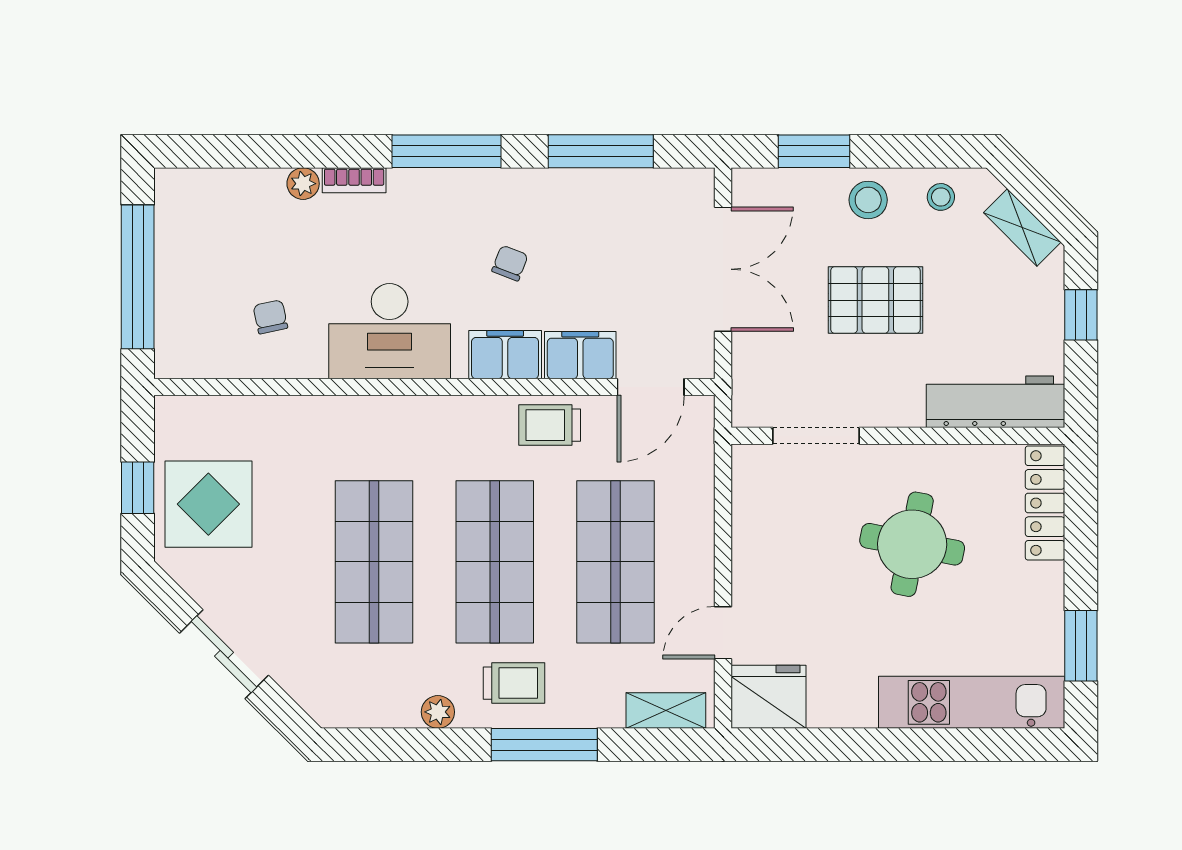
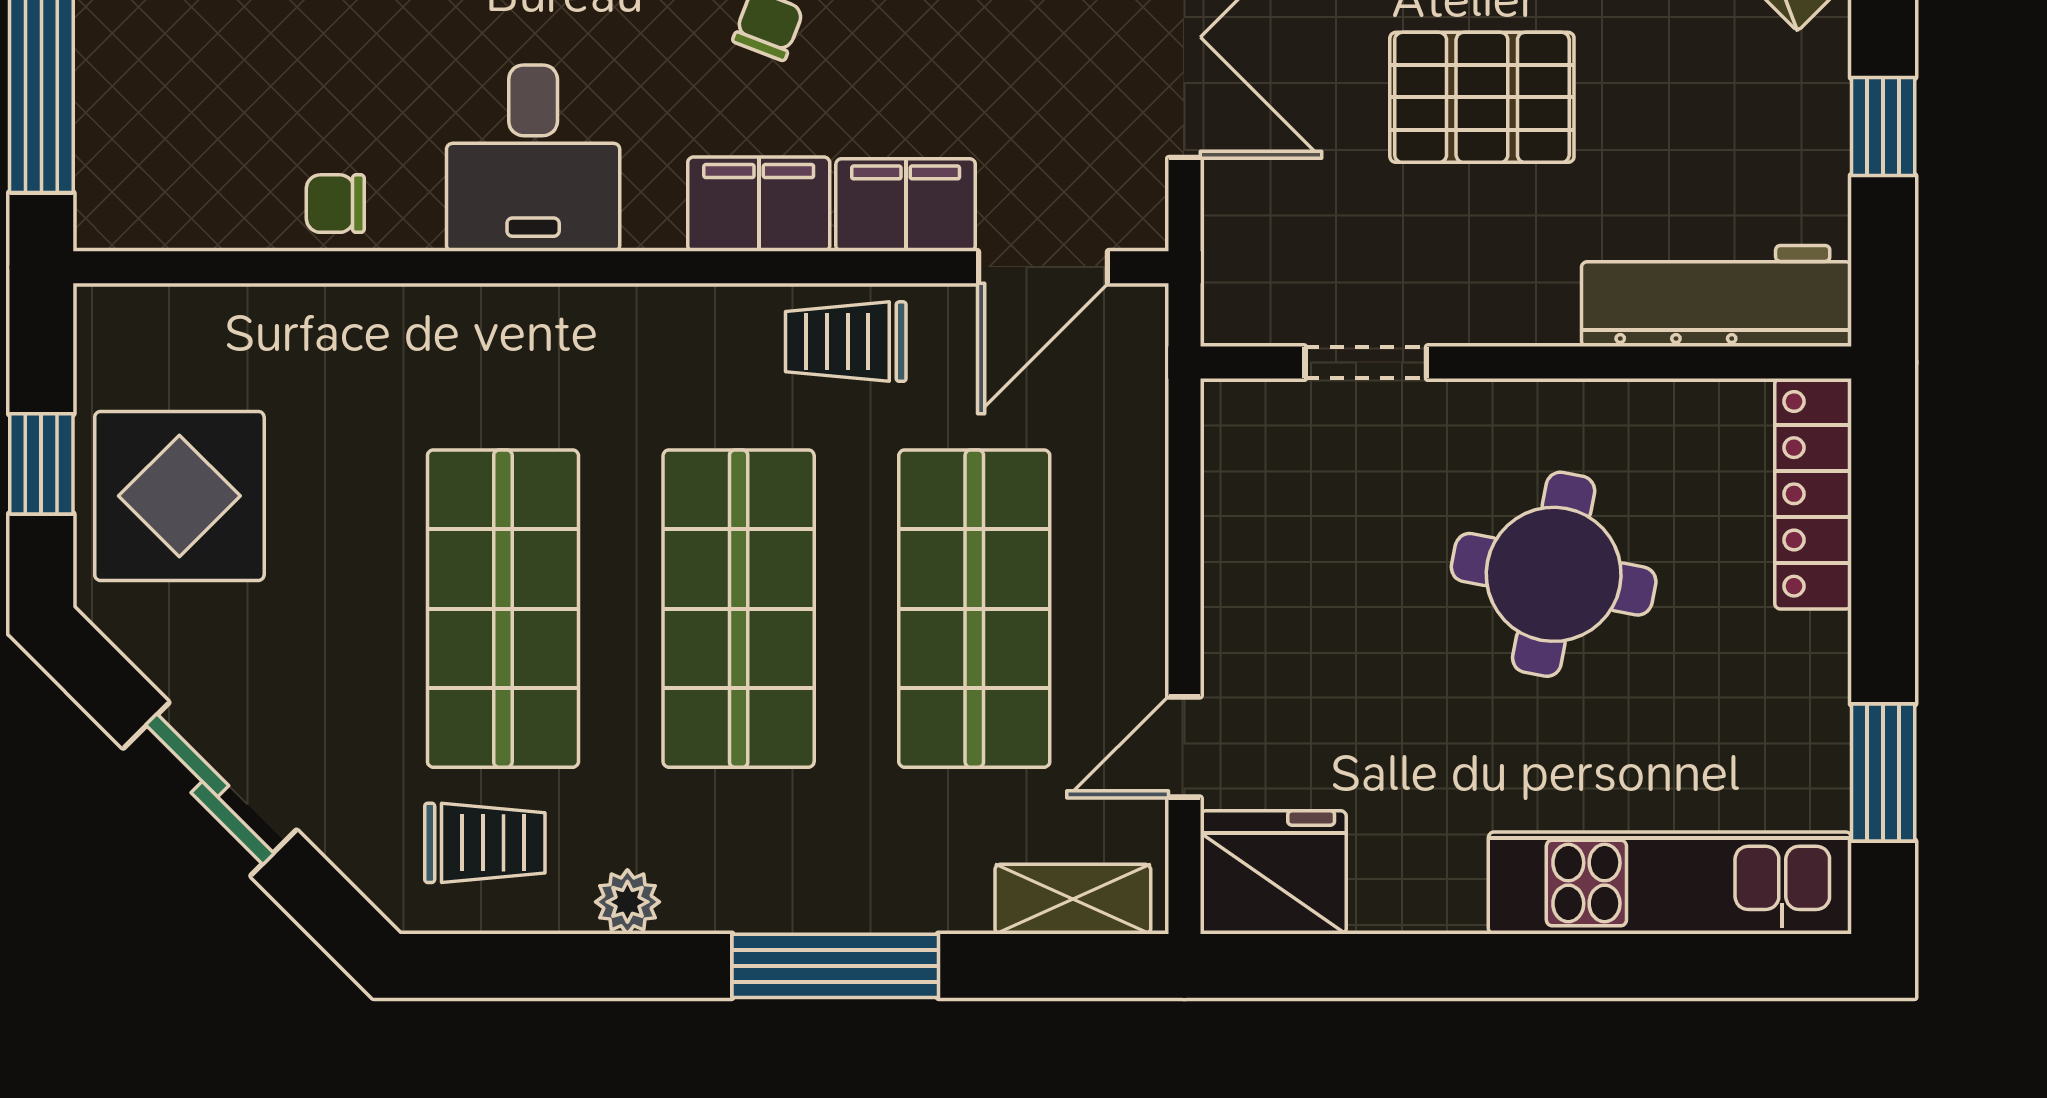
chair: (270, 317) -> (335, 204), moved, turned -78
desk: (390, 331) -> (533, 158), width x0.73
doorway: (816, 436) -> (1366, 363), width x0.73
trolley: (514, 683) -> (485, 843), moved

